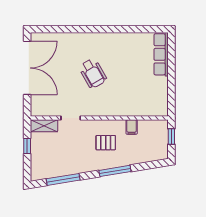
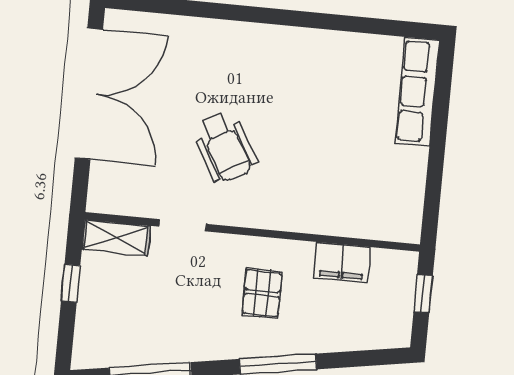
wheelchair: (93, 73) -> (225, 147), moved
filing cabinet: (132, 127) -> (342, 262), width x2.00
pallet: (106, 143) -> (262, 293), turned 90

